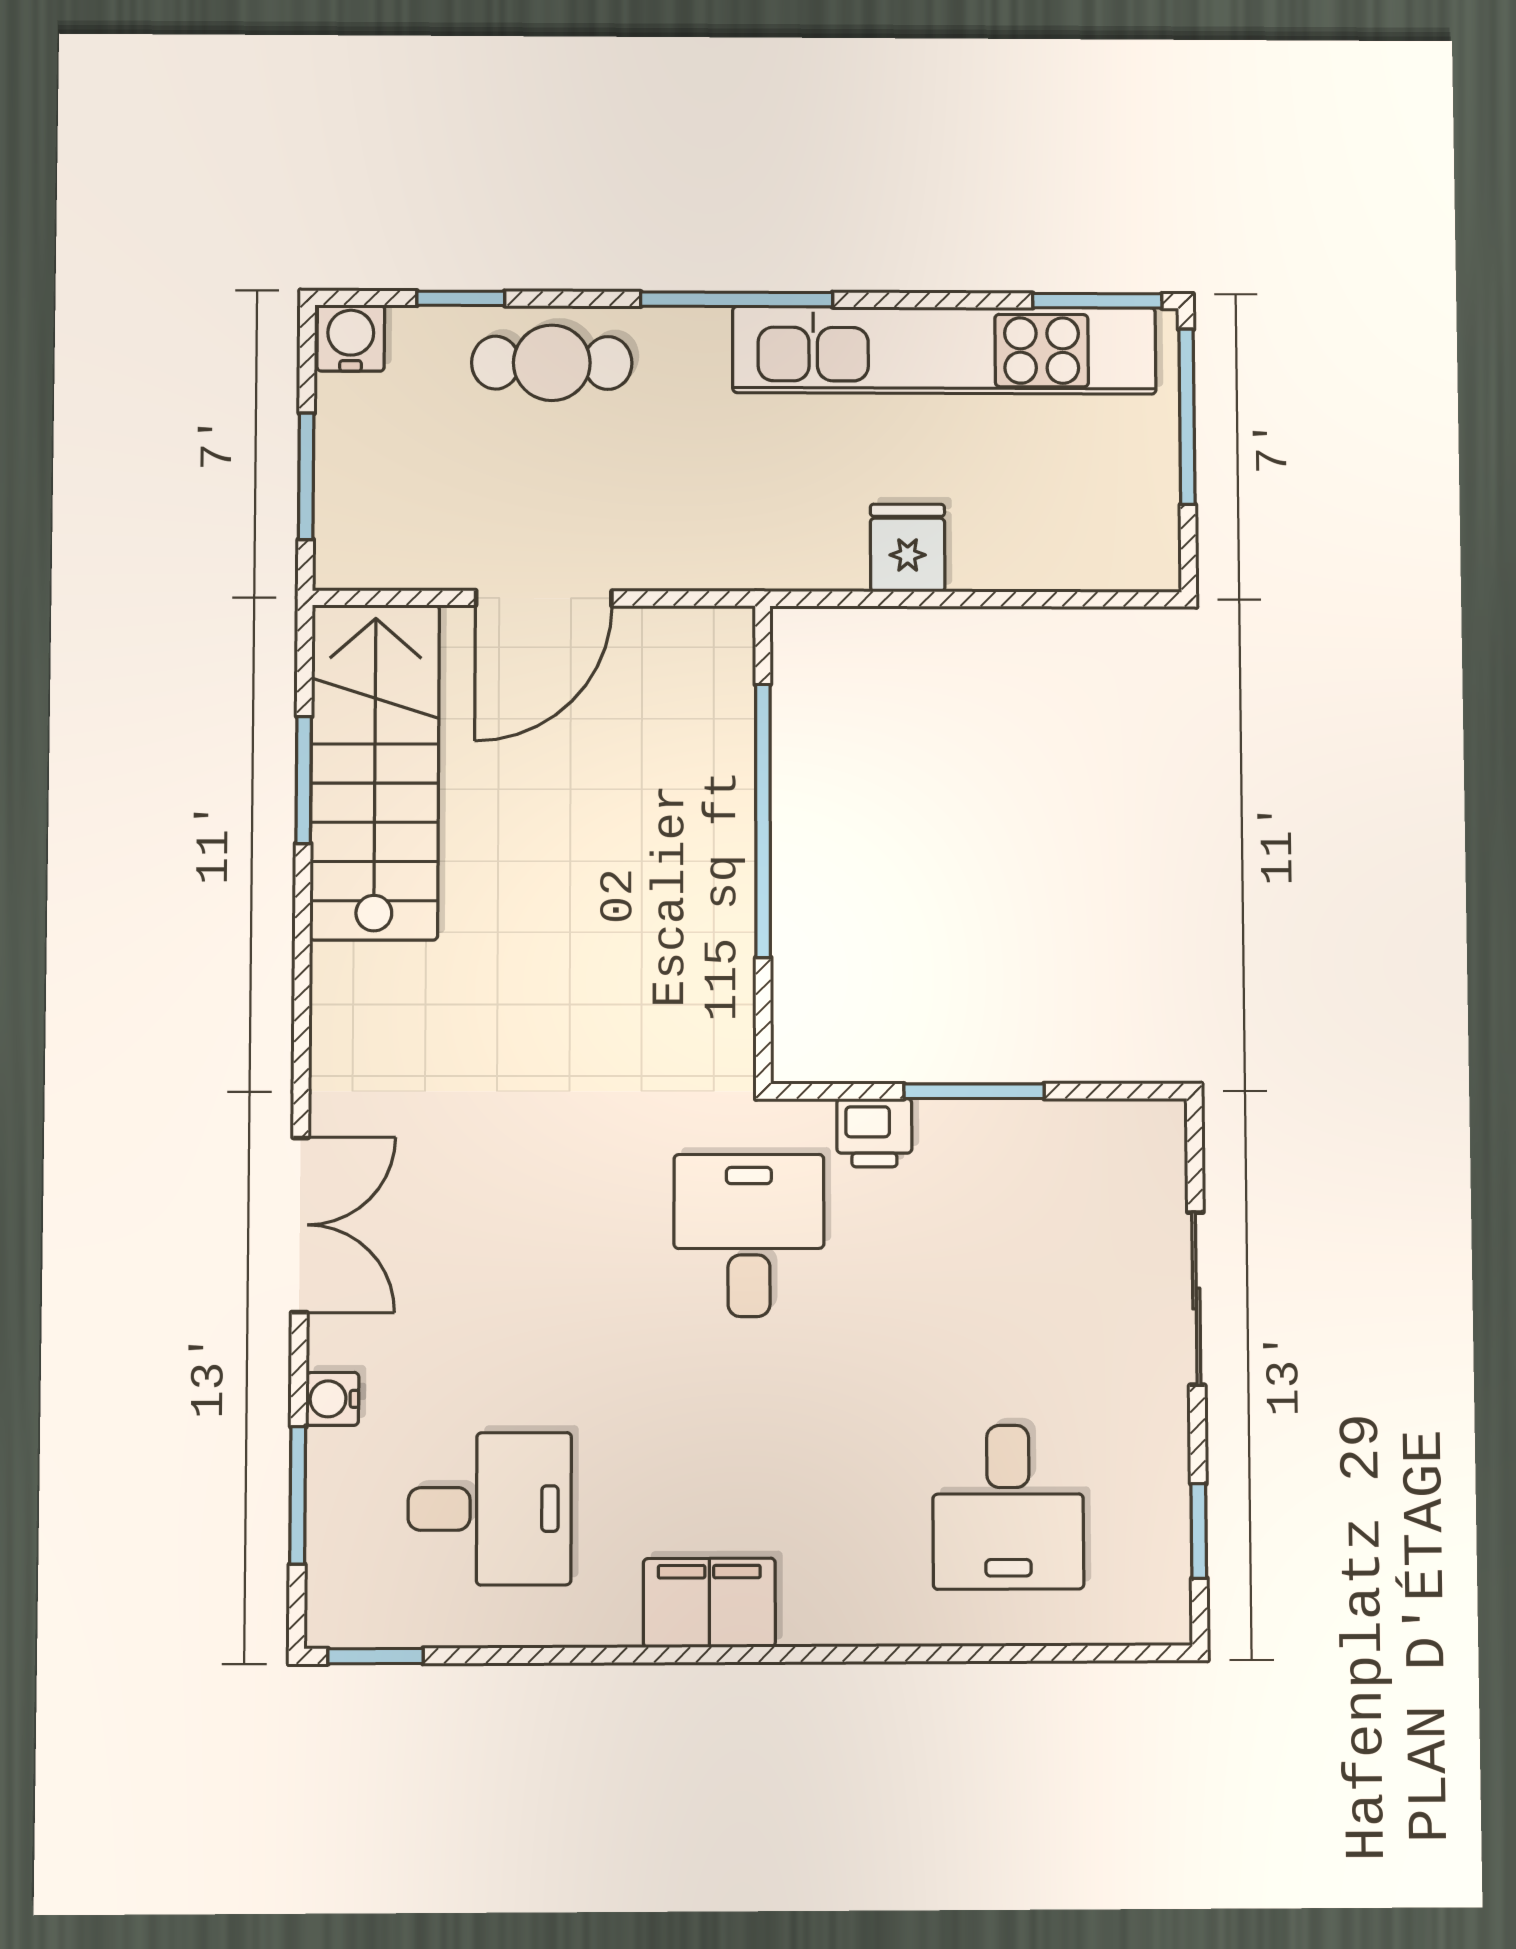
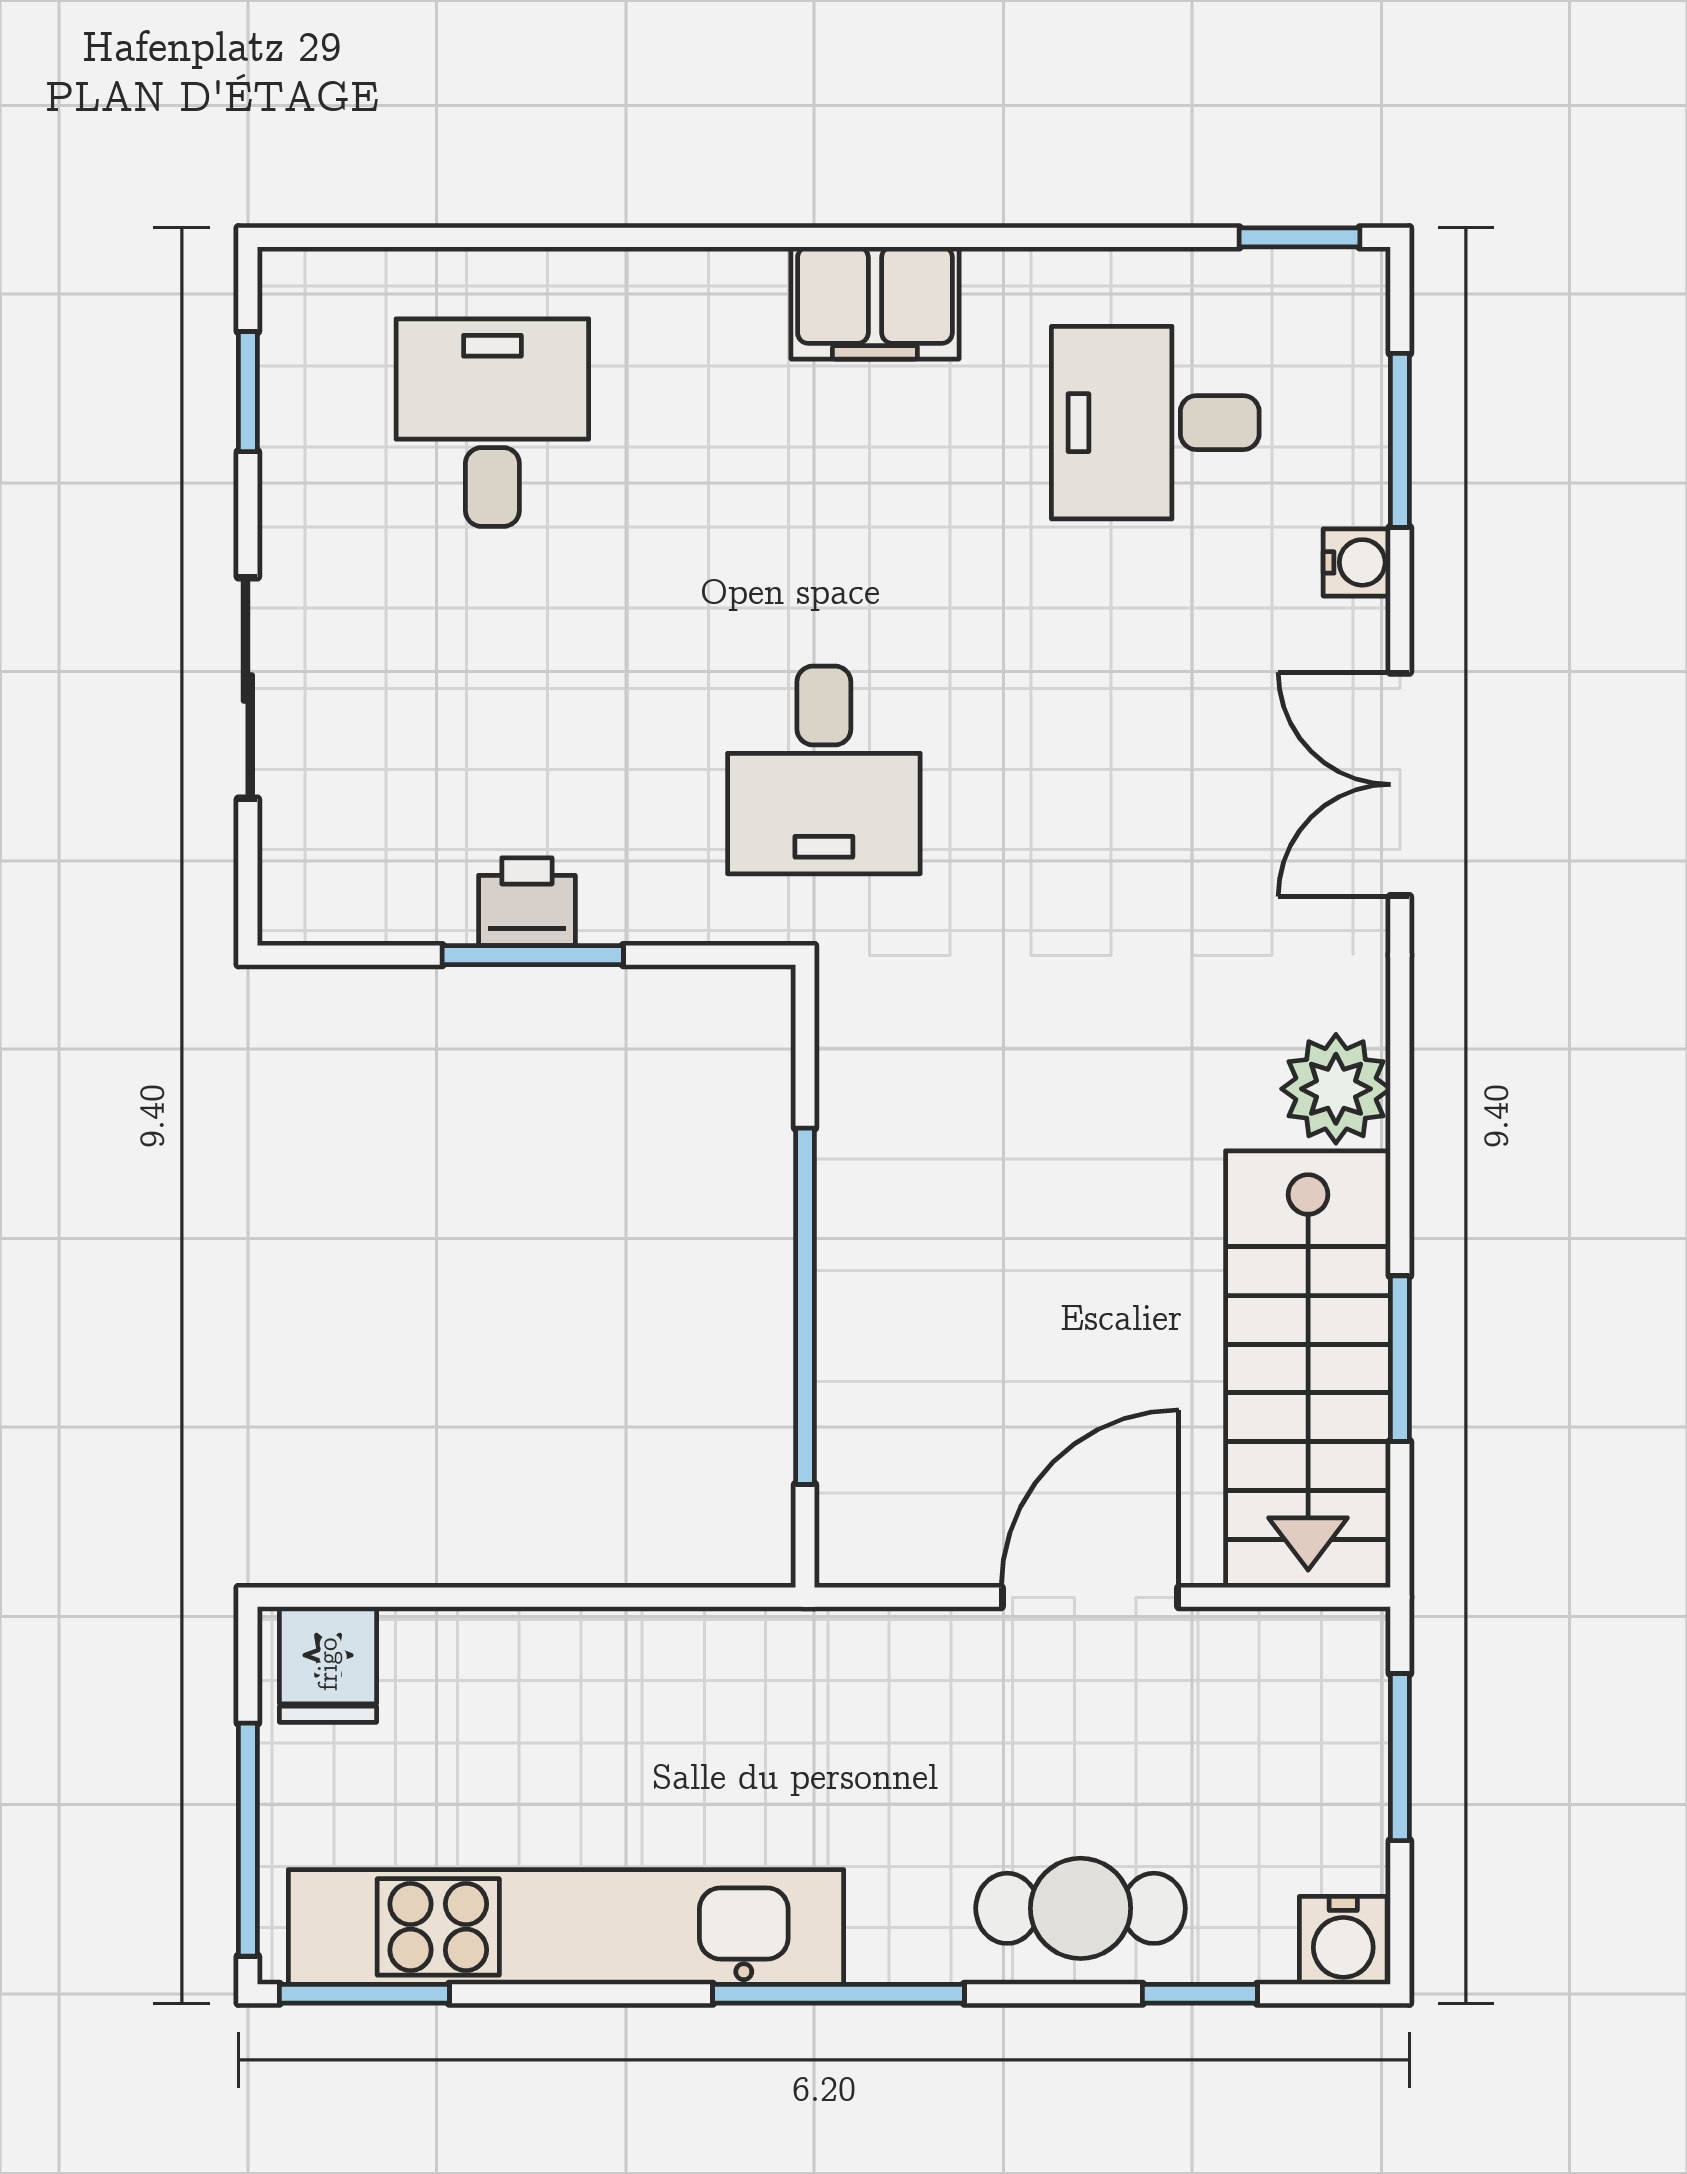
fridge: (908, 548) -> (328, 1664), moved
plant: (352, 988) -> (1336, 1089), added
printer: (874, 1133) -> (527, 902), moved

